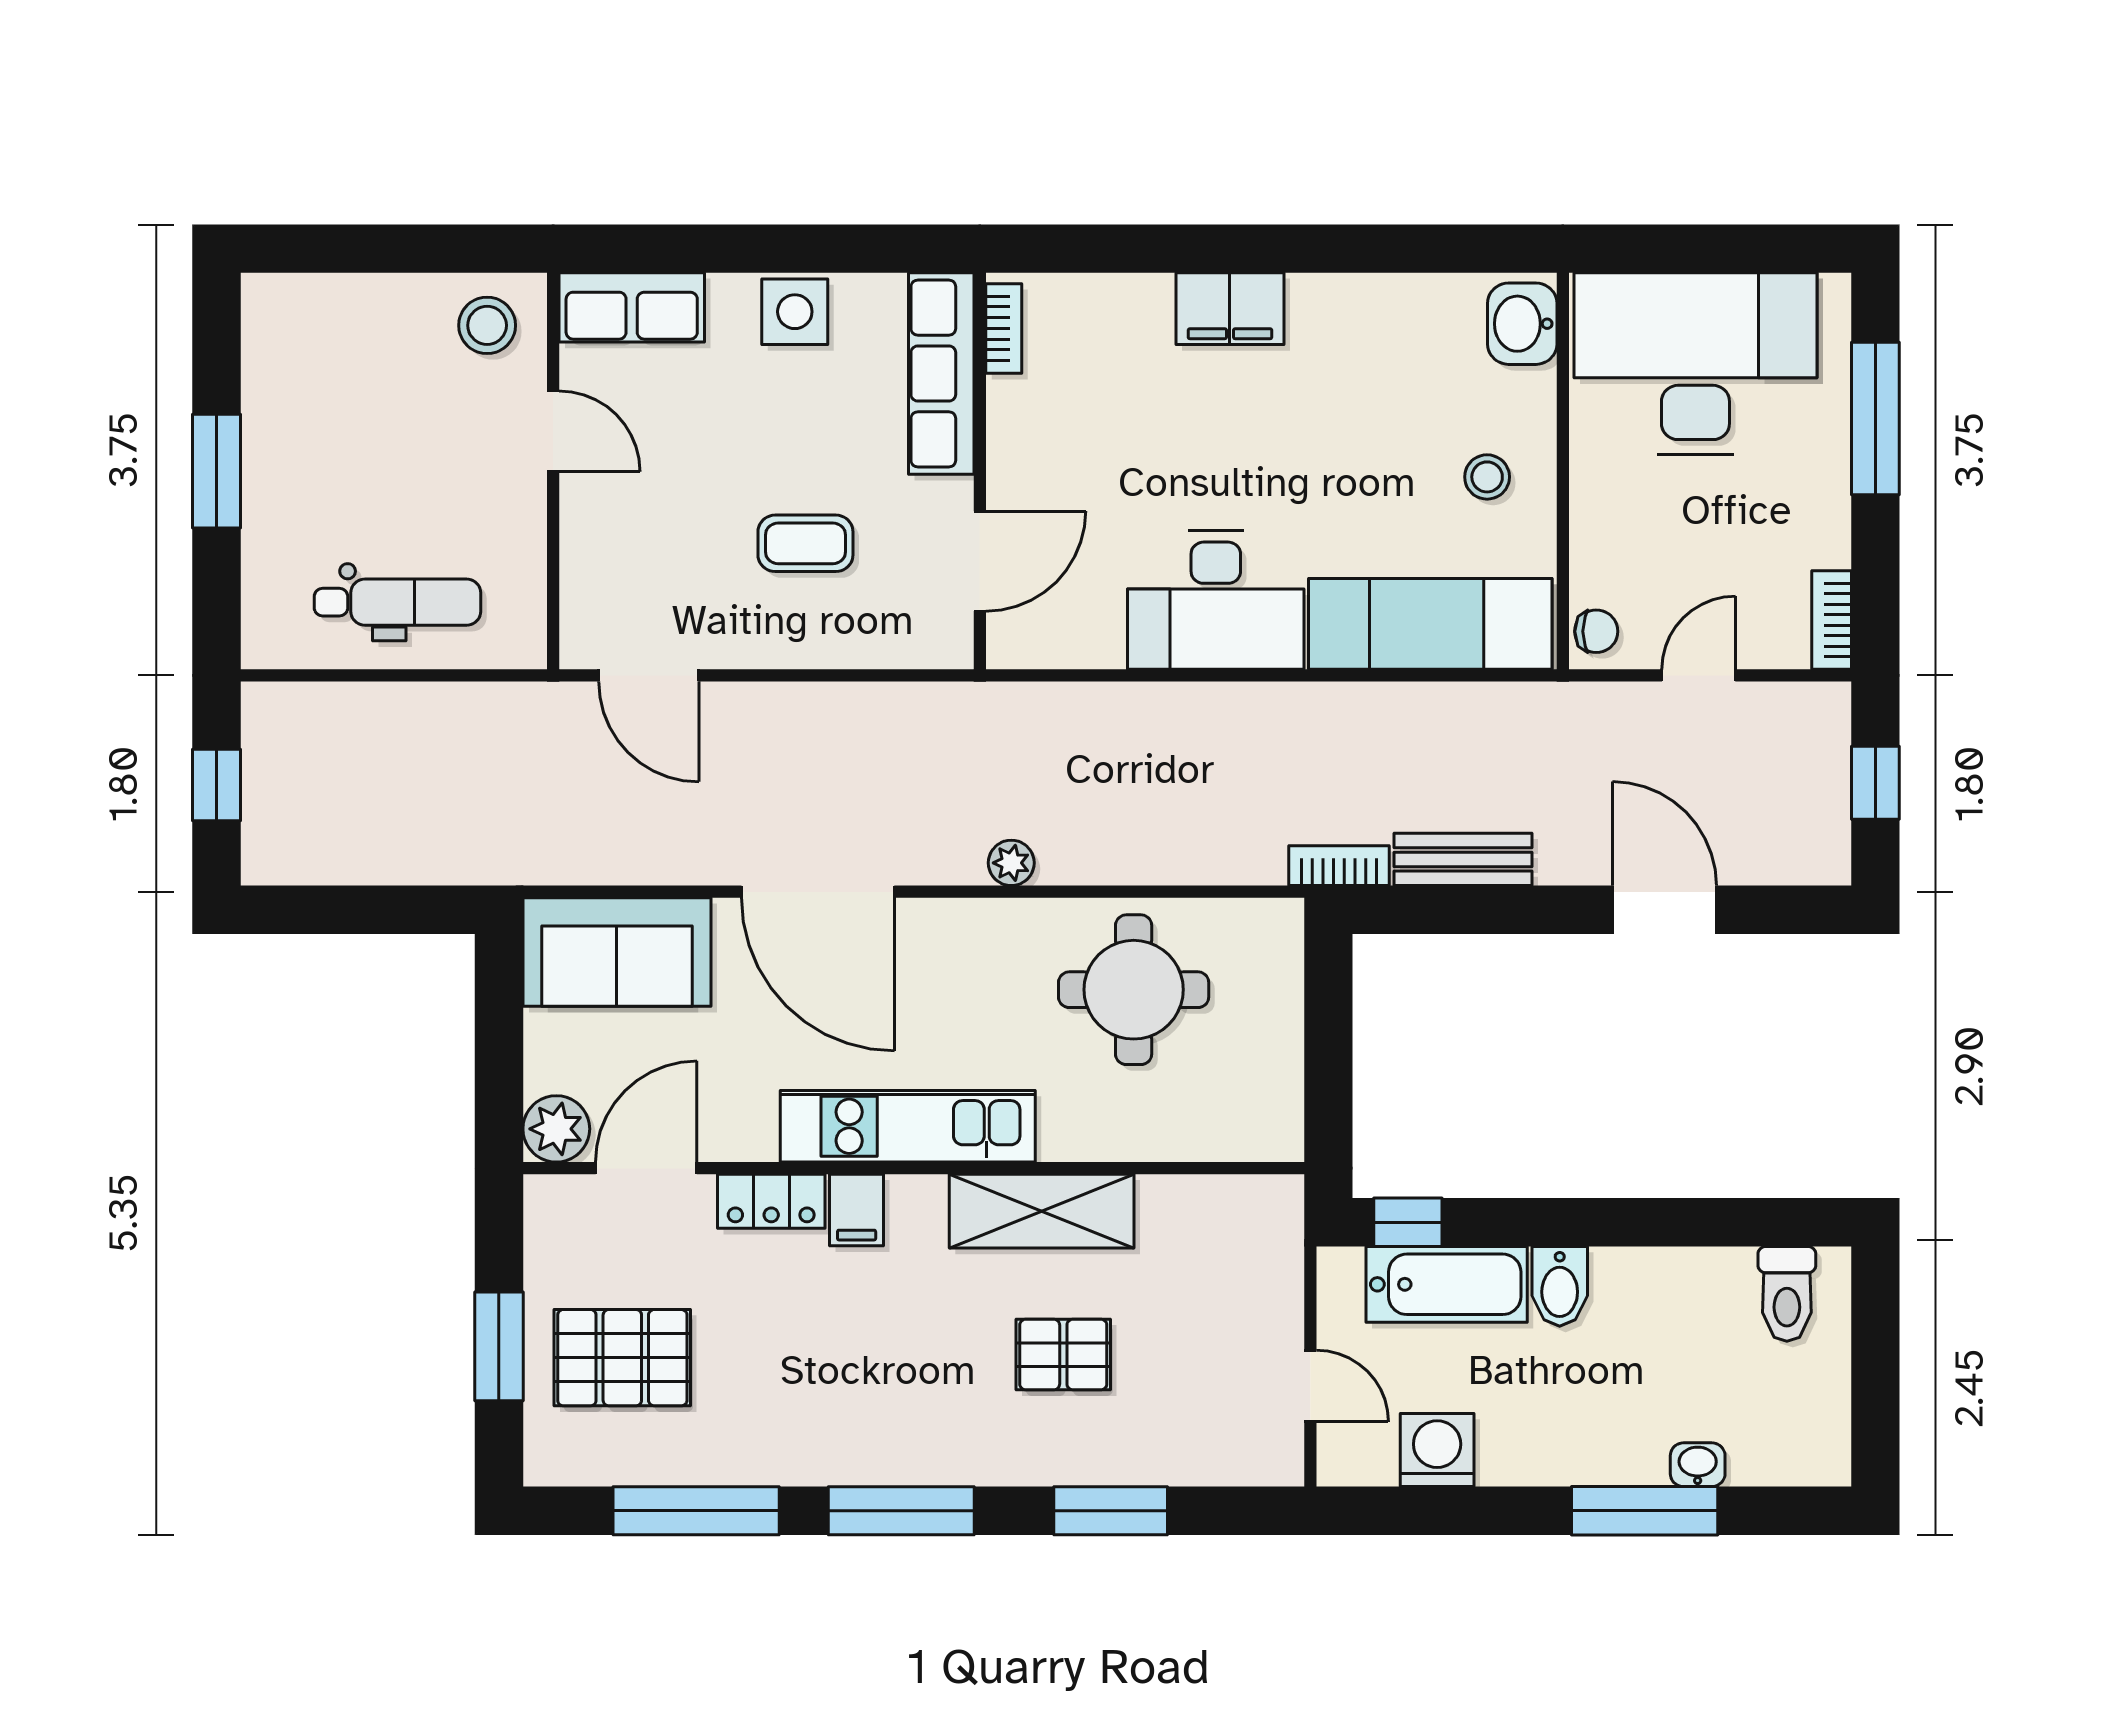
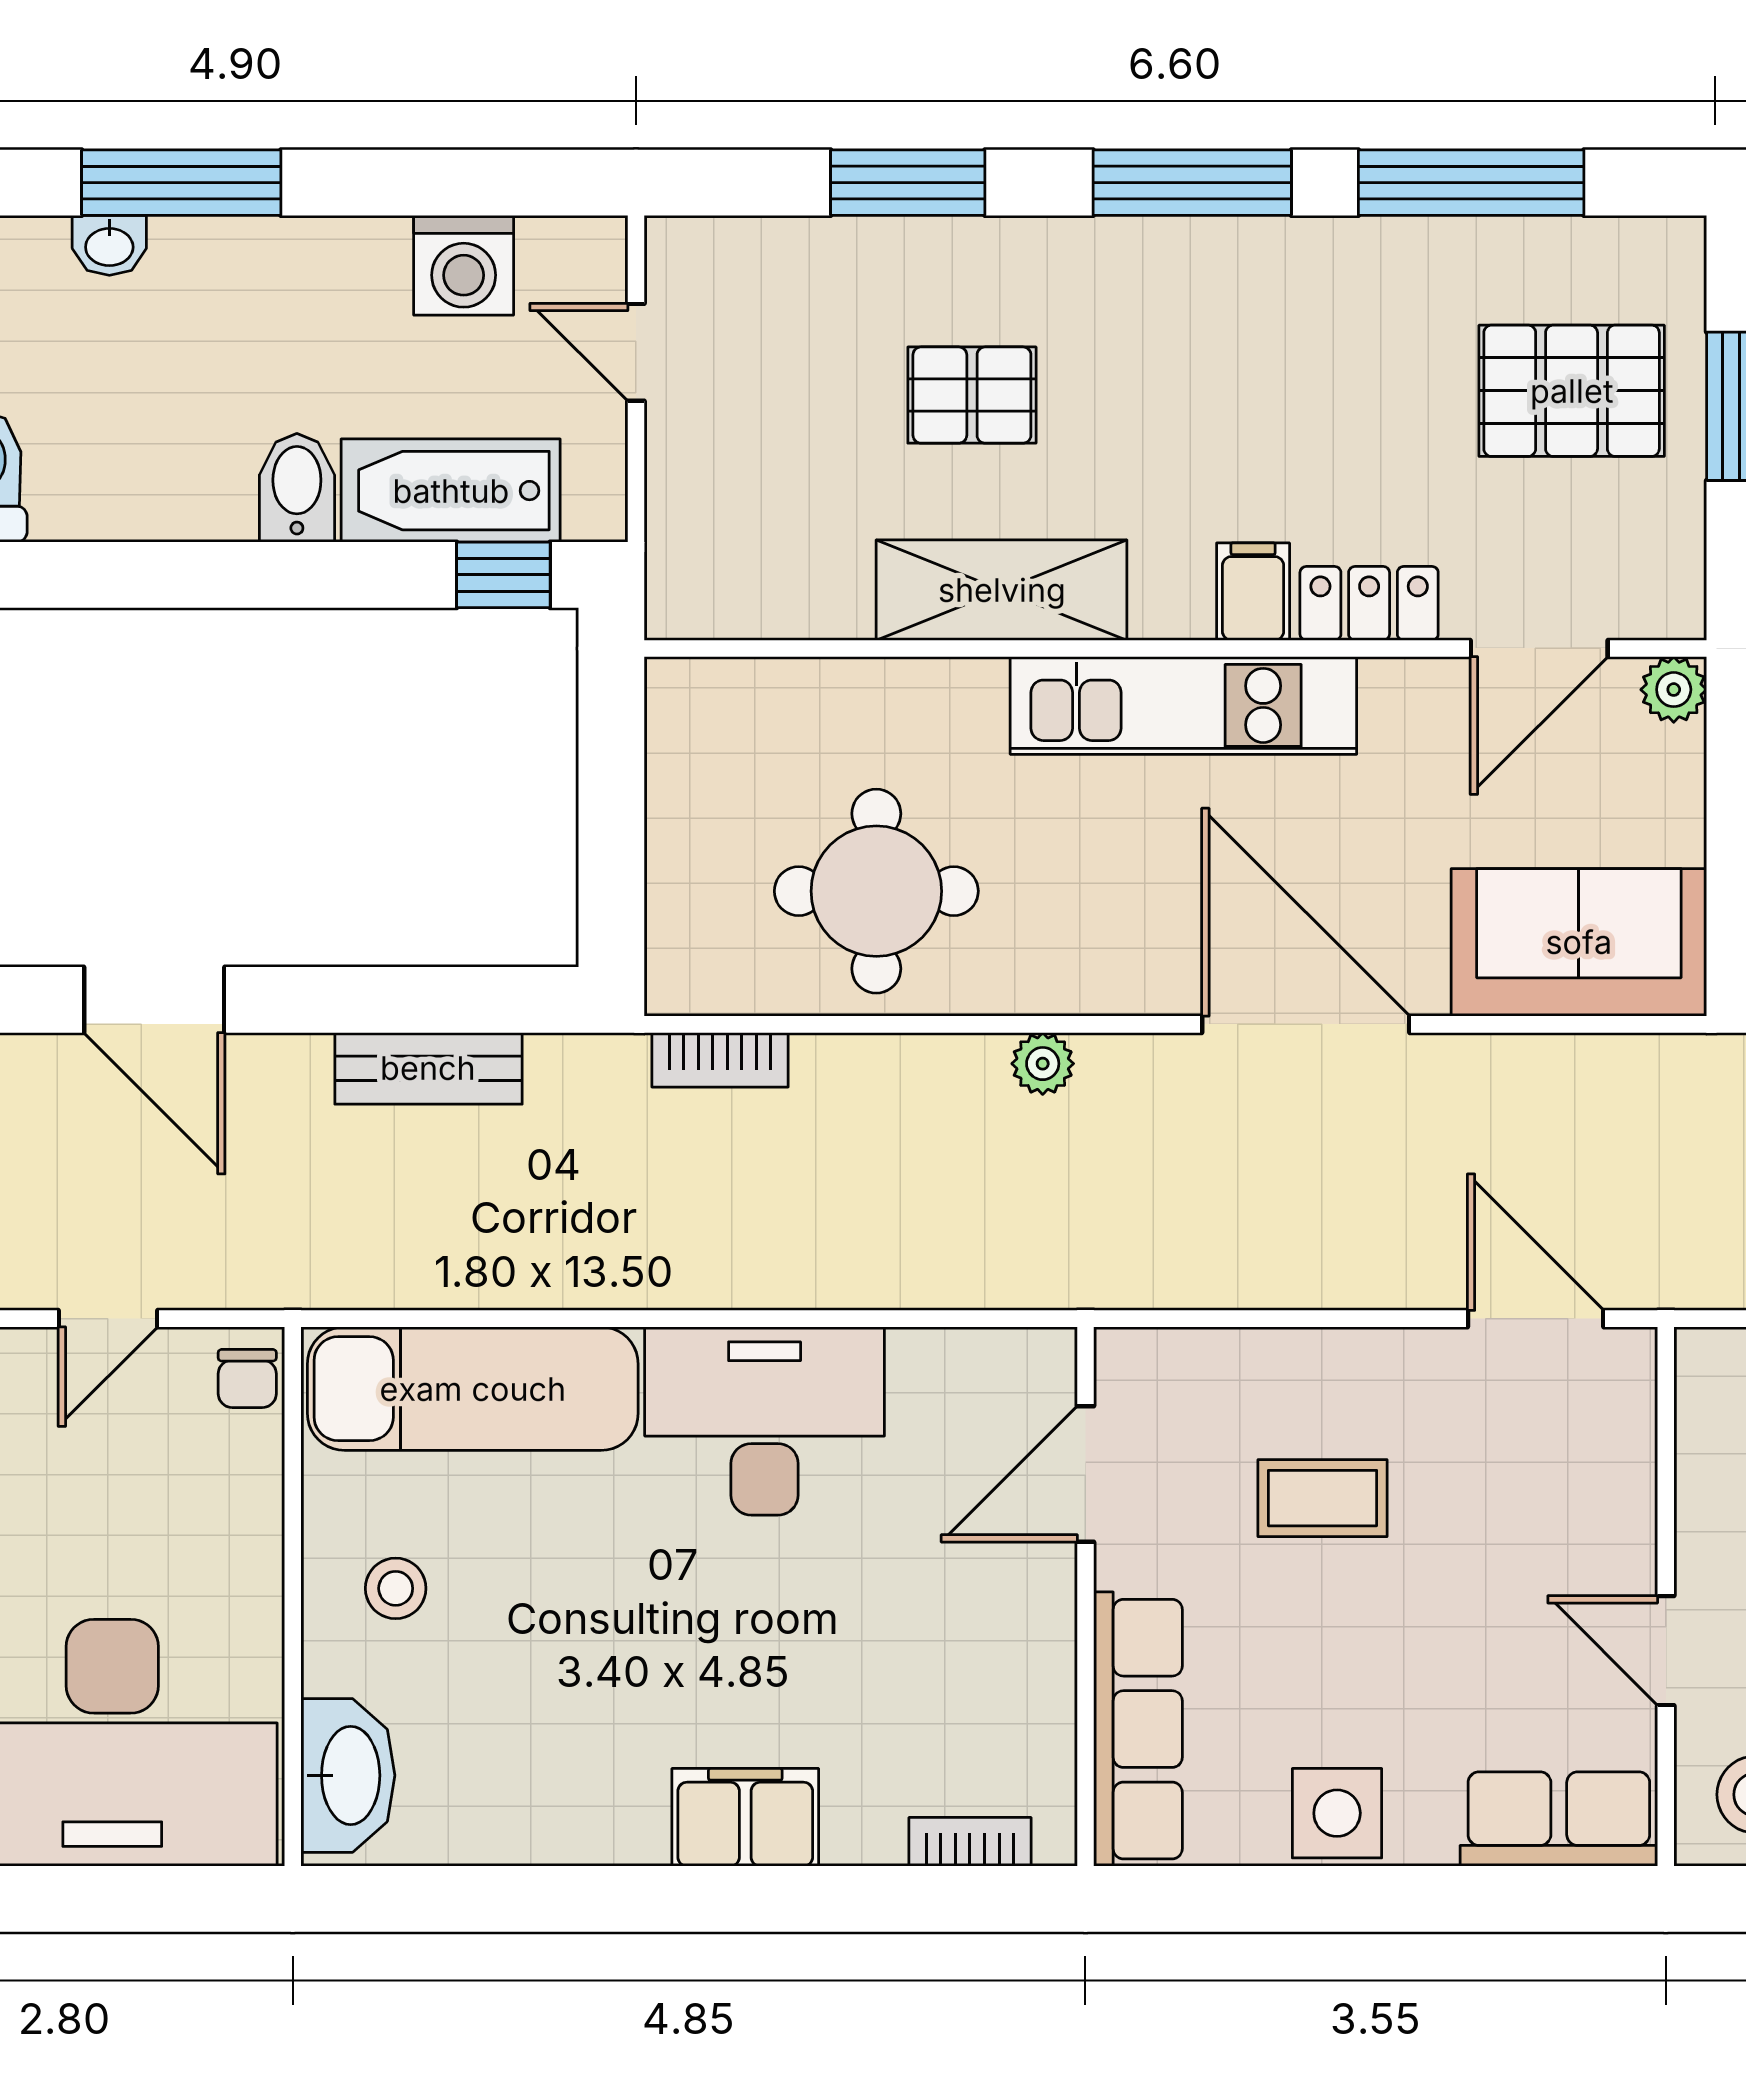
washbasin: (1522, 324) -> (348, 1775), width x1.38
bookcase: (1004, 328) -> (970, 1842), moved, turned 90
chair: (1596, 631) -> (247, 1379), turned -90
bookcase: (1339, 866) -> (720, 1060), moved
plant: (556, 1129) -> (1674, 690), width x0.73, depth x0.73

